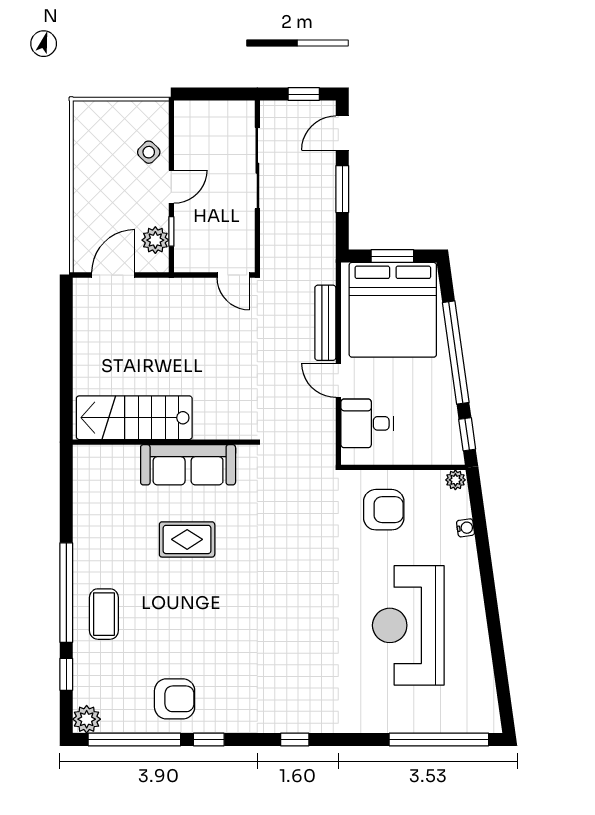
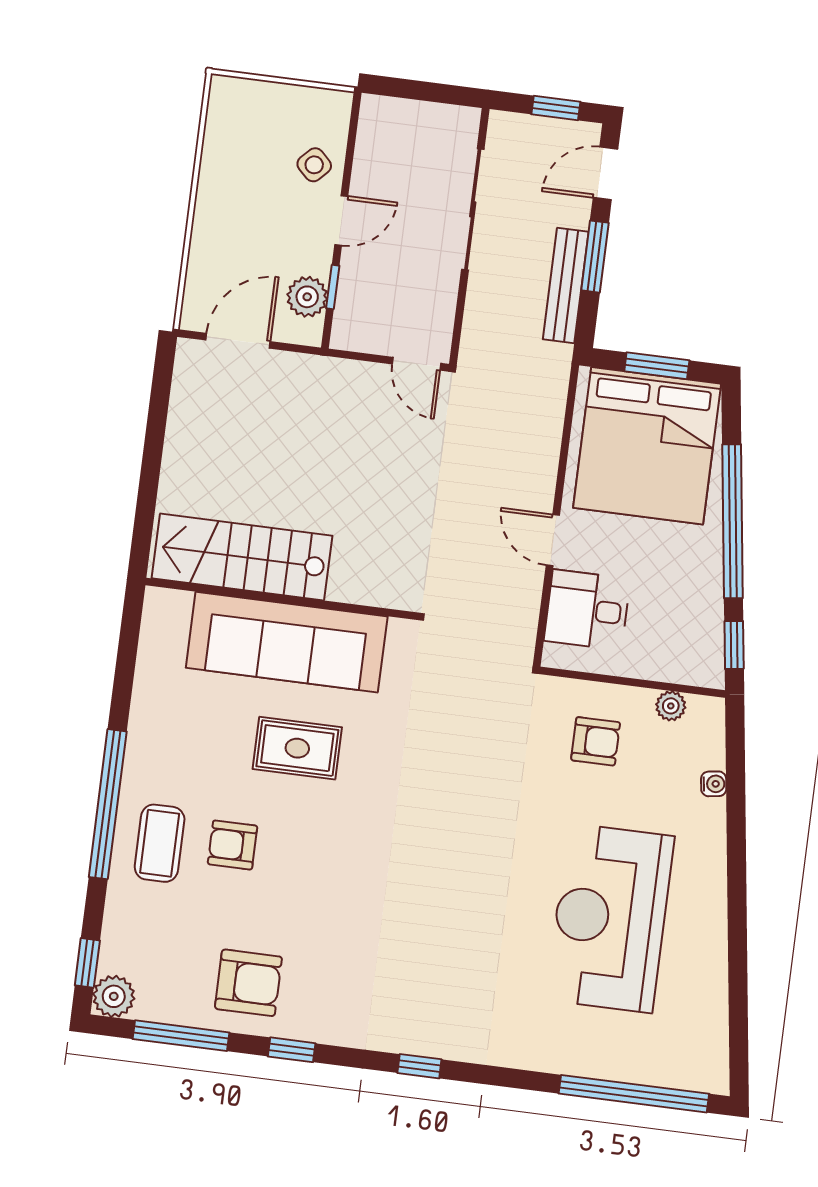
bench: (325, 323) -> (566, 285), moved
sofa: (188, 465) -> (287, 642), width x1.36, depth x1.27
plant: (455, 480) -> (671, 706), moved
armchair: (384, 510) -> (596, 741), width x0.72, depth x0.72
armchair: (152, 609) -> (233, 845), added
window: (66, 674) -> (87, 963), moved
window: (134, 740) -> (181, 1036), width x0.68

